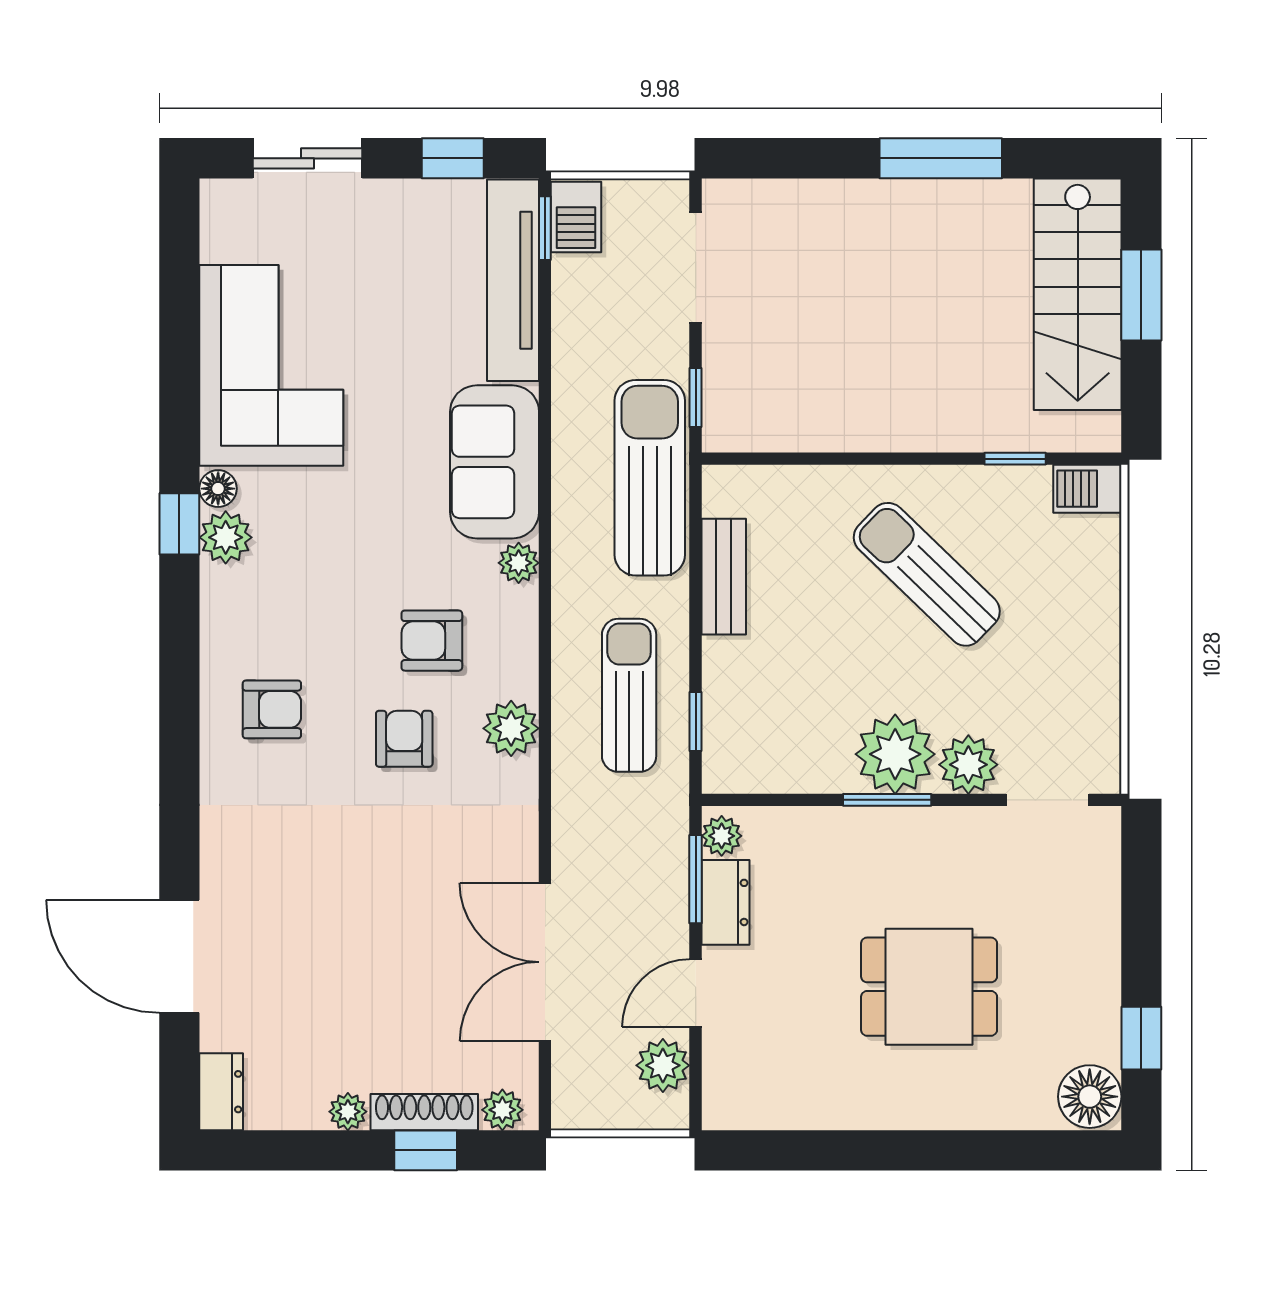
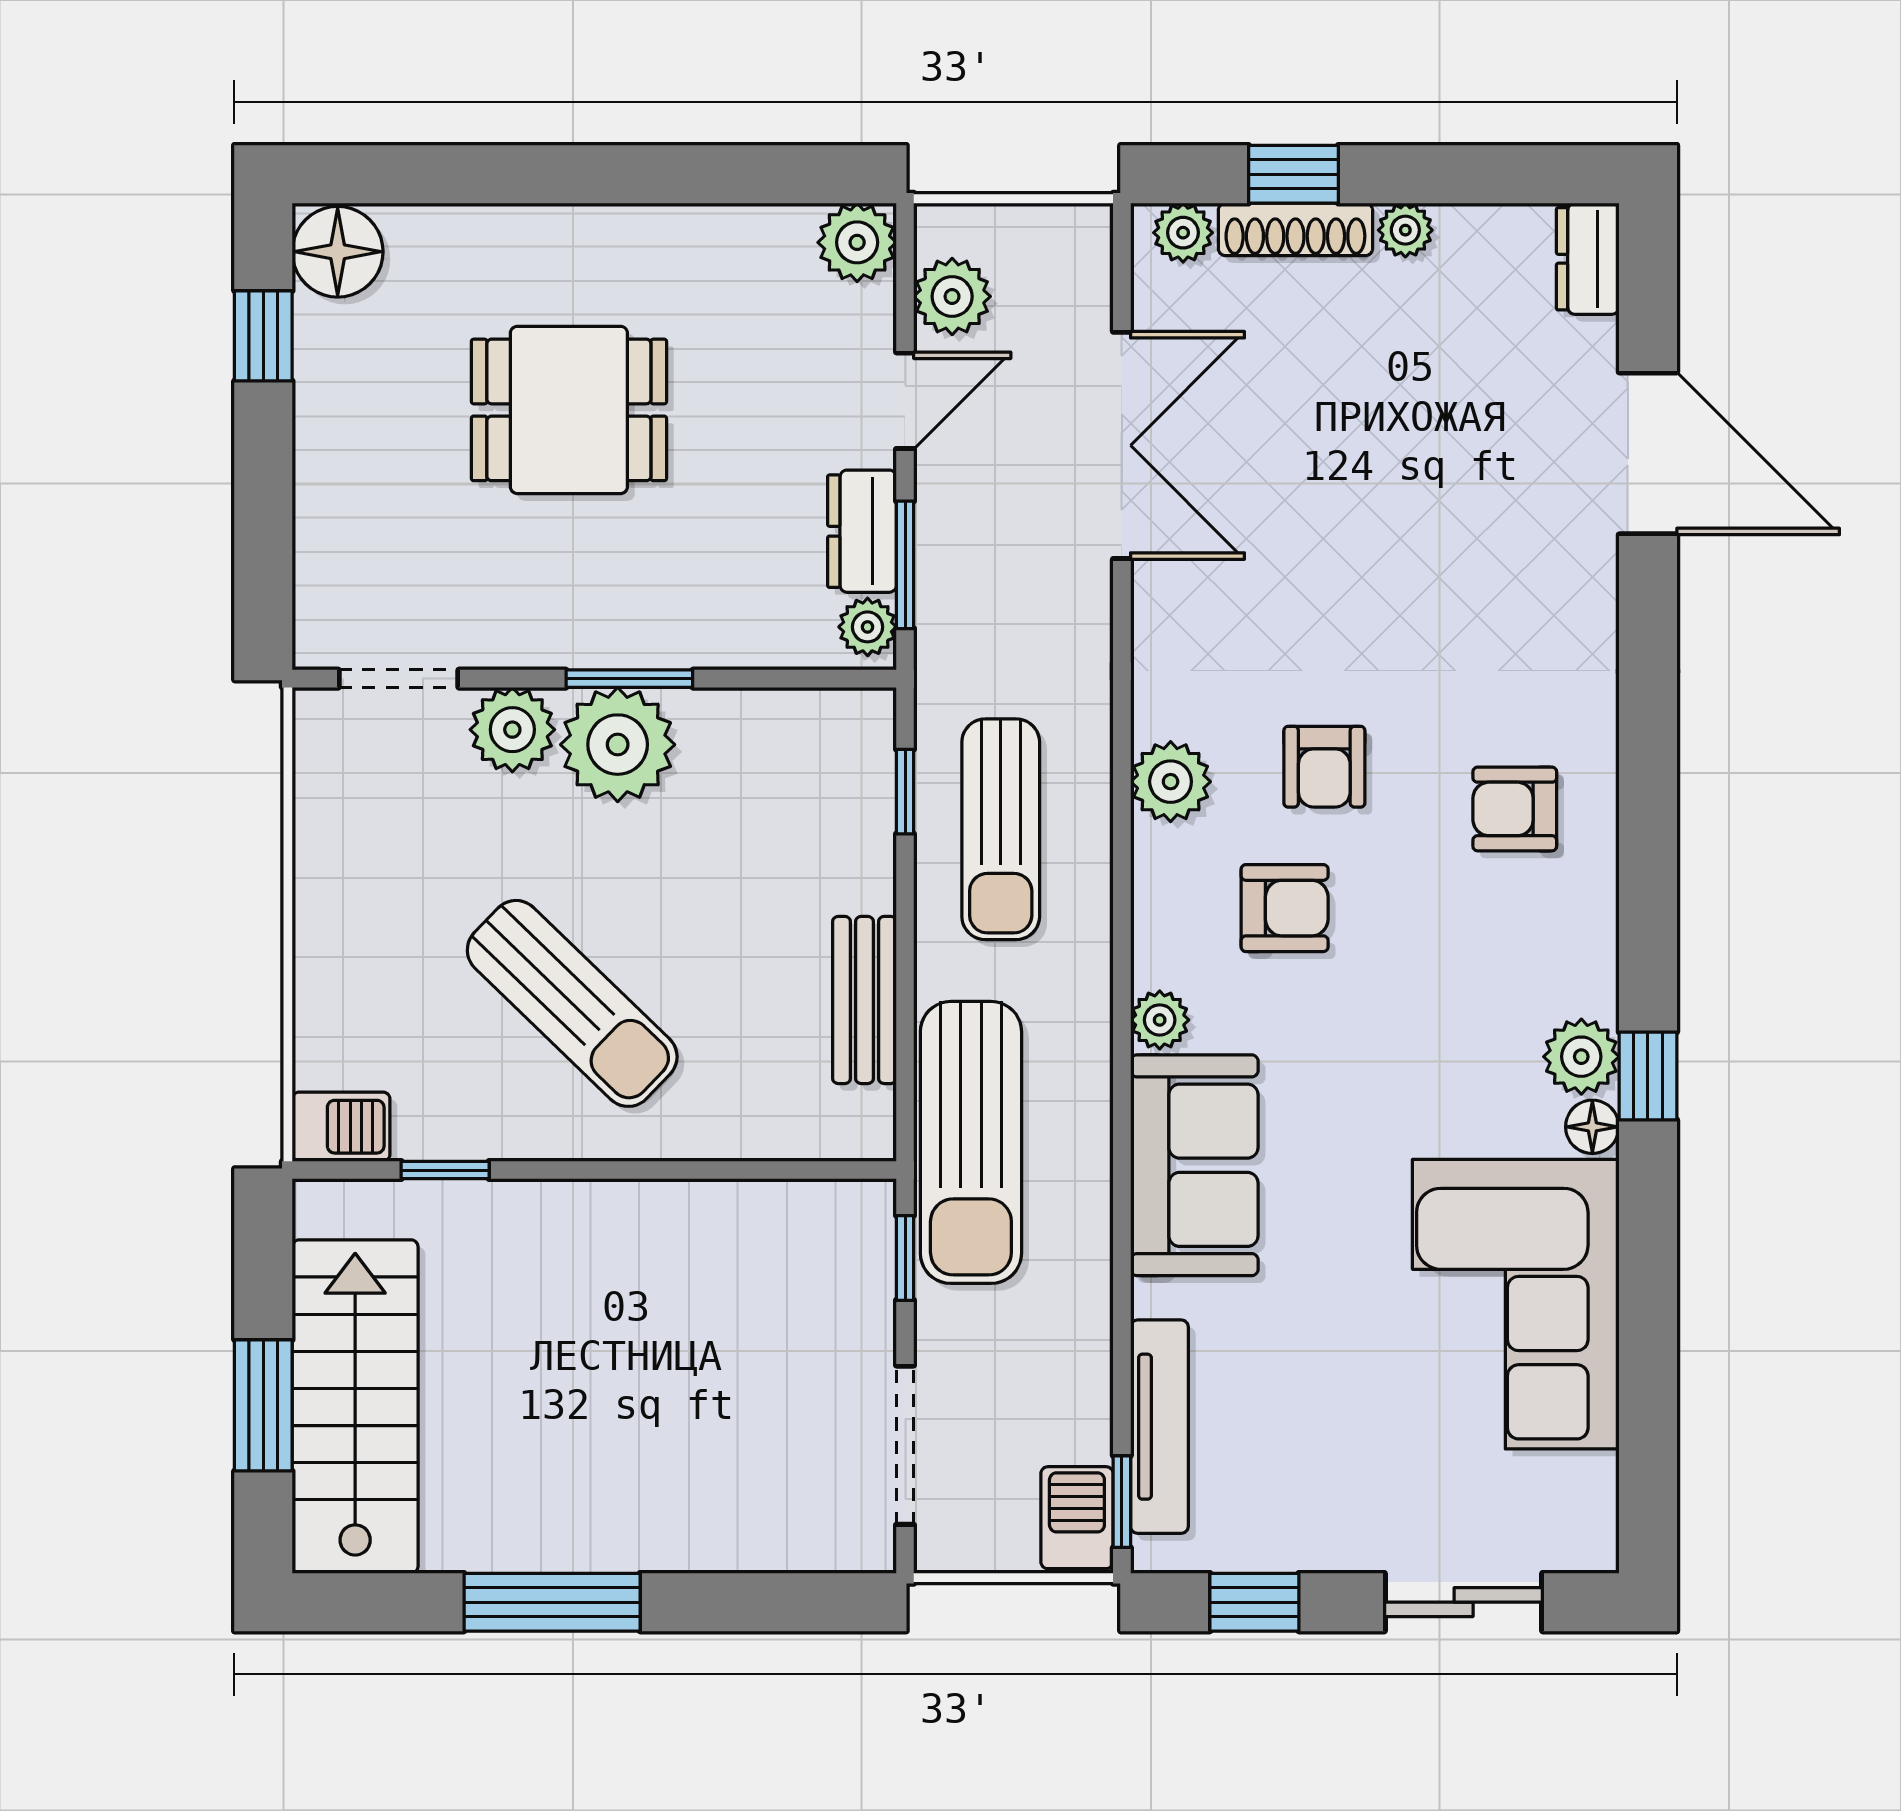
tv unit: (513, 280) -> (1159, 1427), width x0.73, depth x0.78
plant: (729, 1103) -> (857, 242), added

